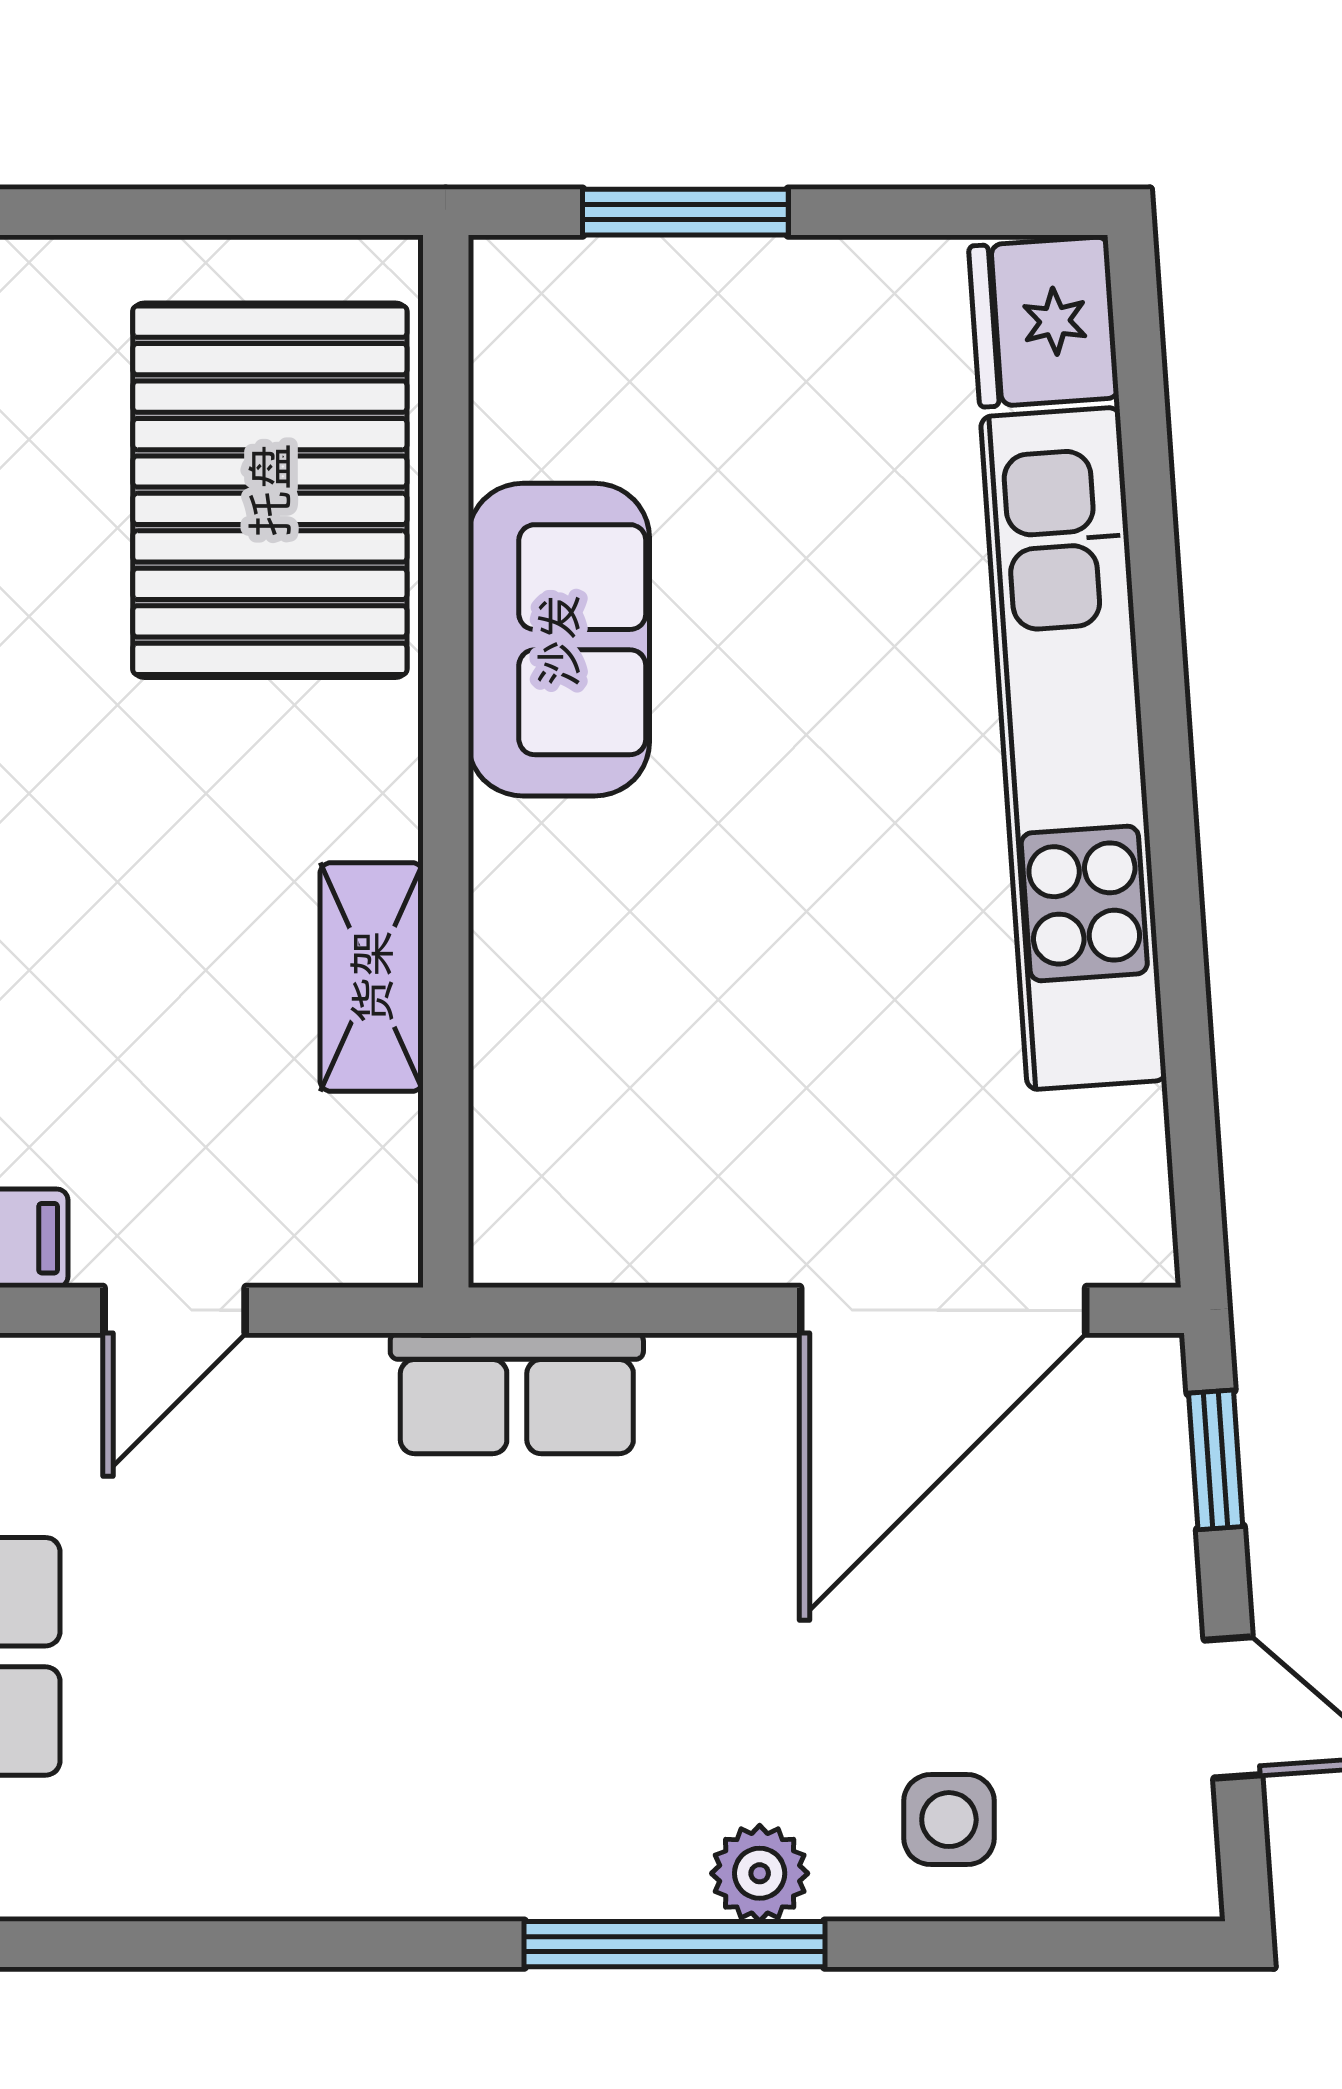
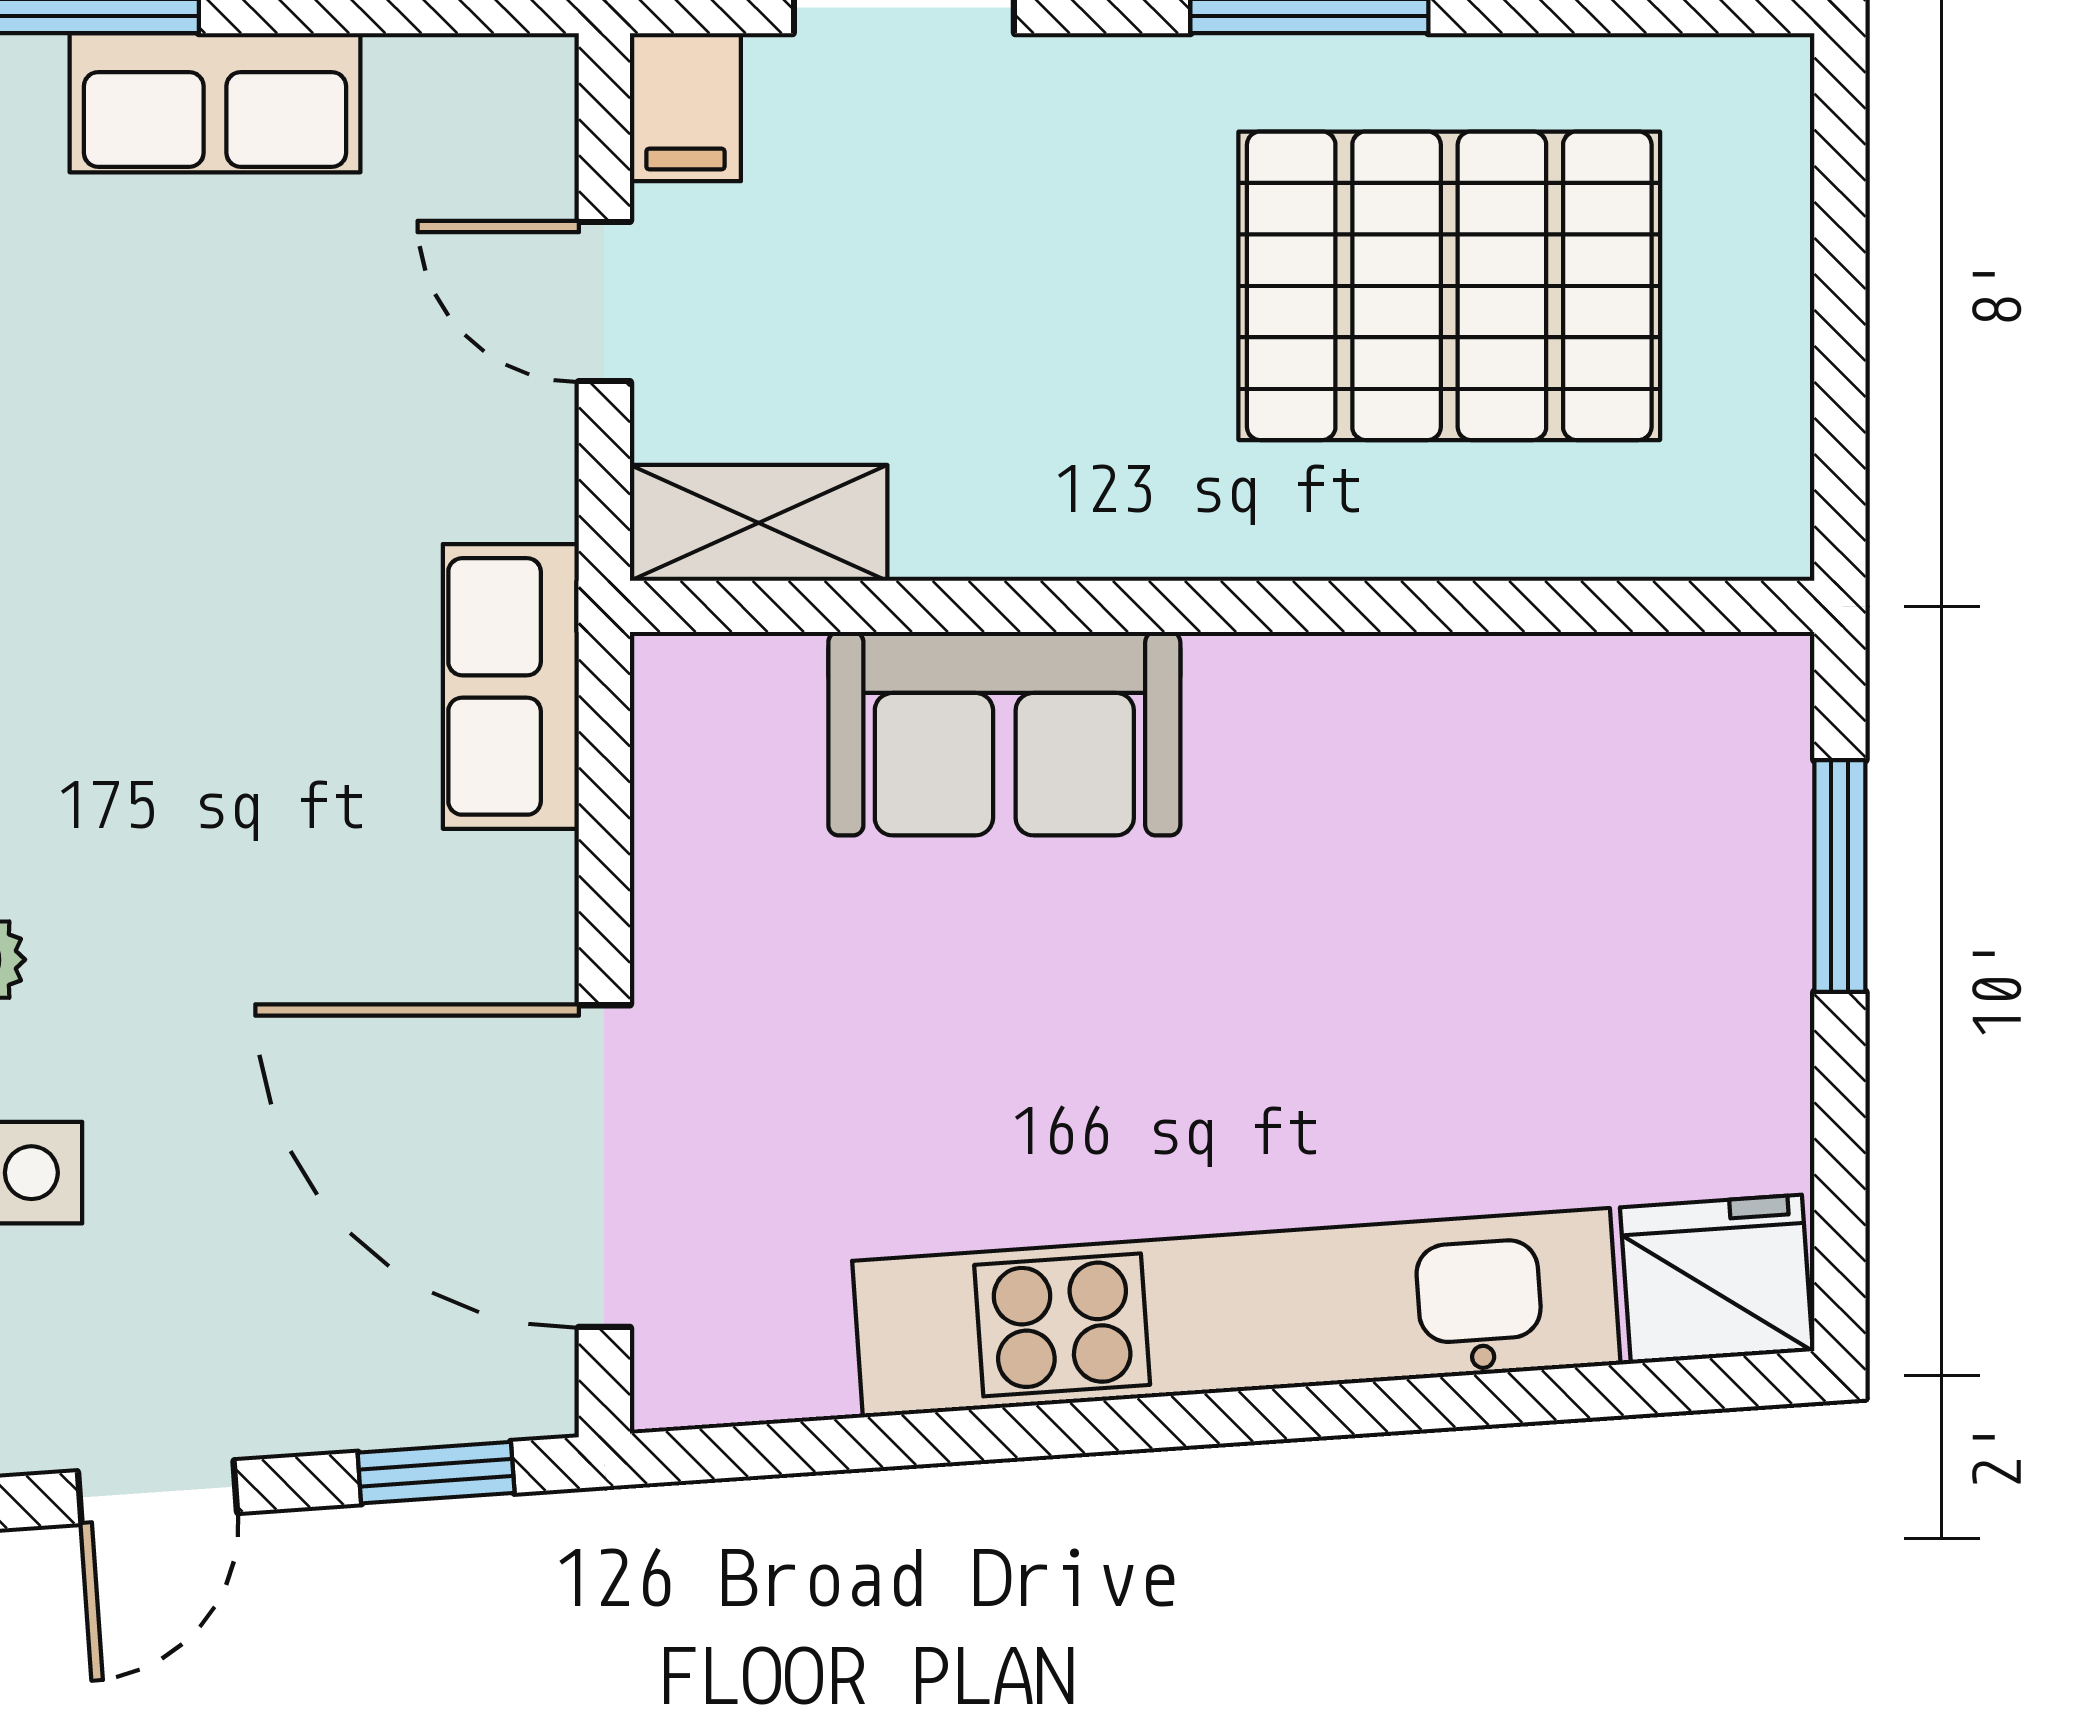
pallet: (270, 490) -> (1449, 286), moved
sofa: (559, 640) -> (1004, 734), moved
shelving: (372, 977) -> (759, 523), moved

